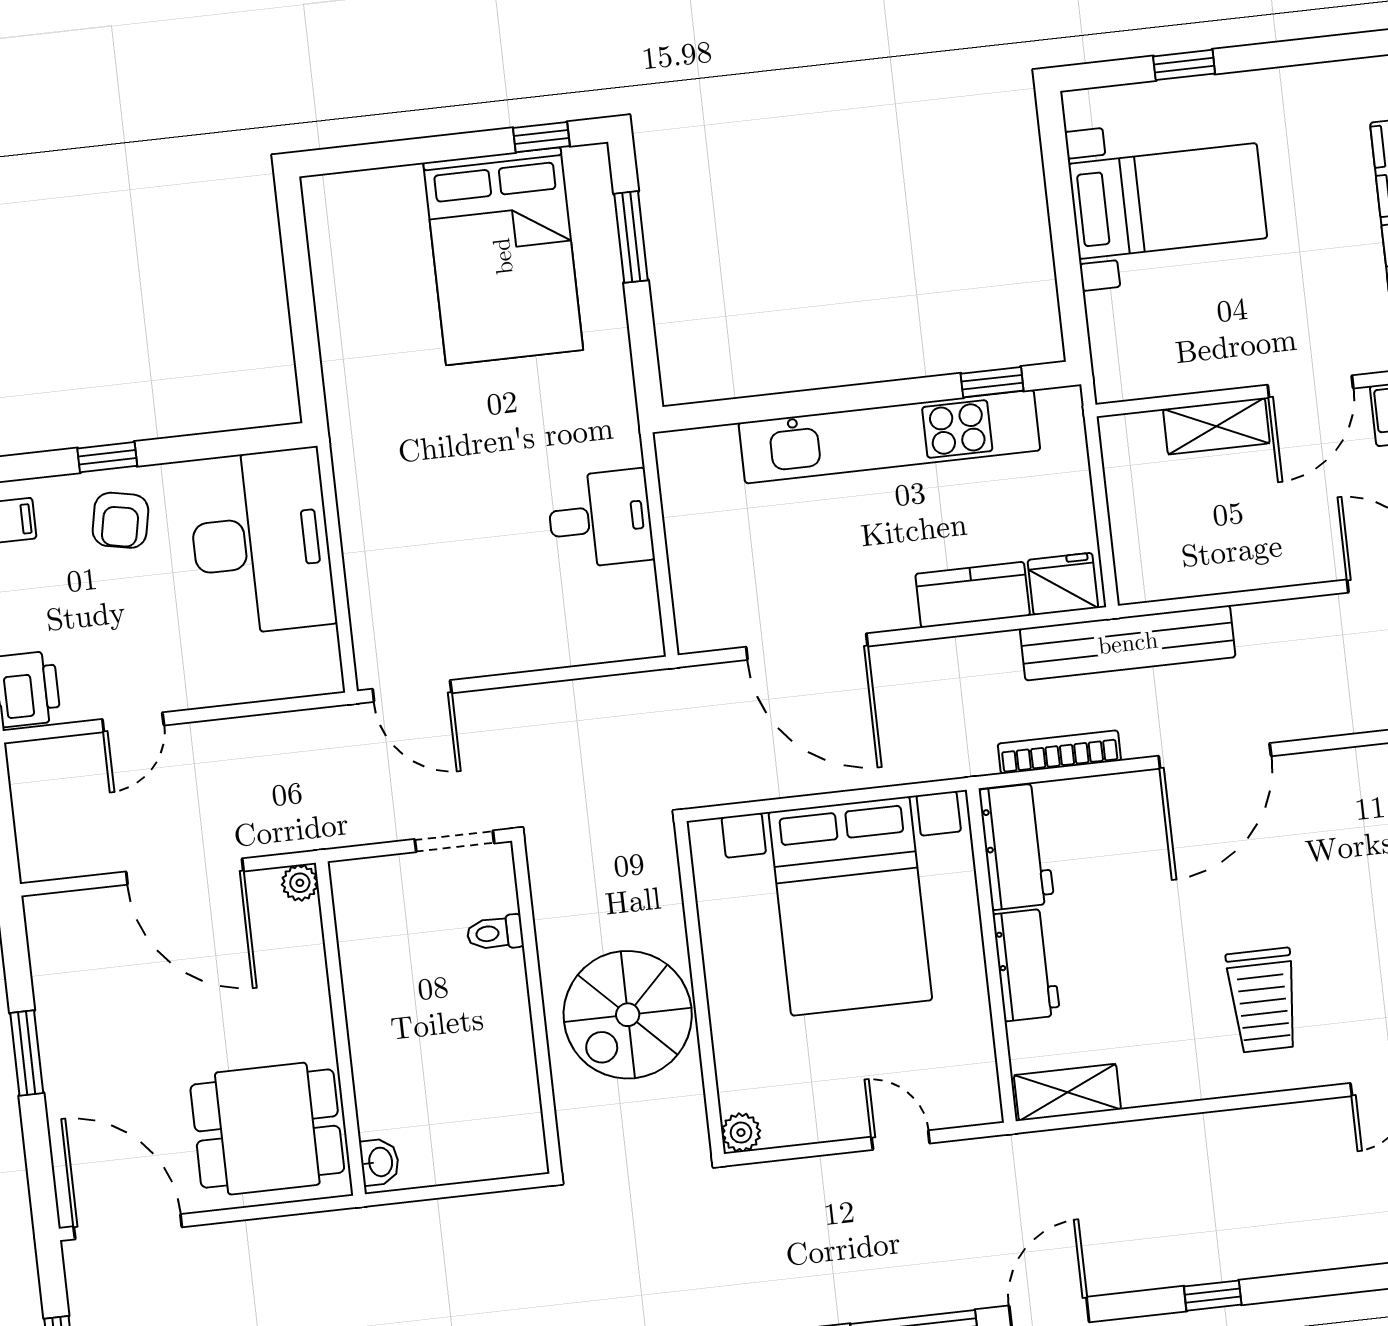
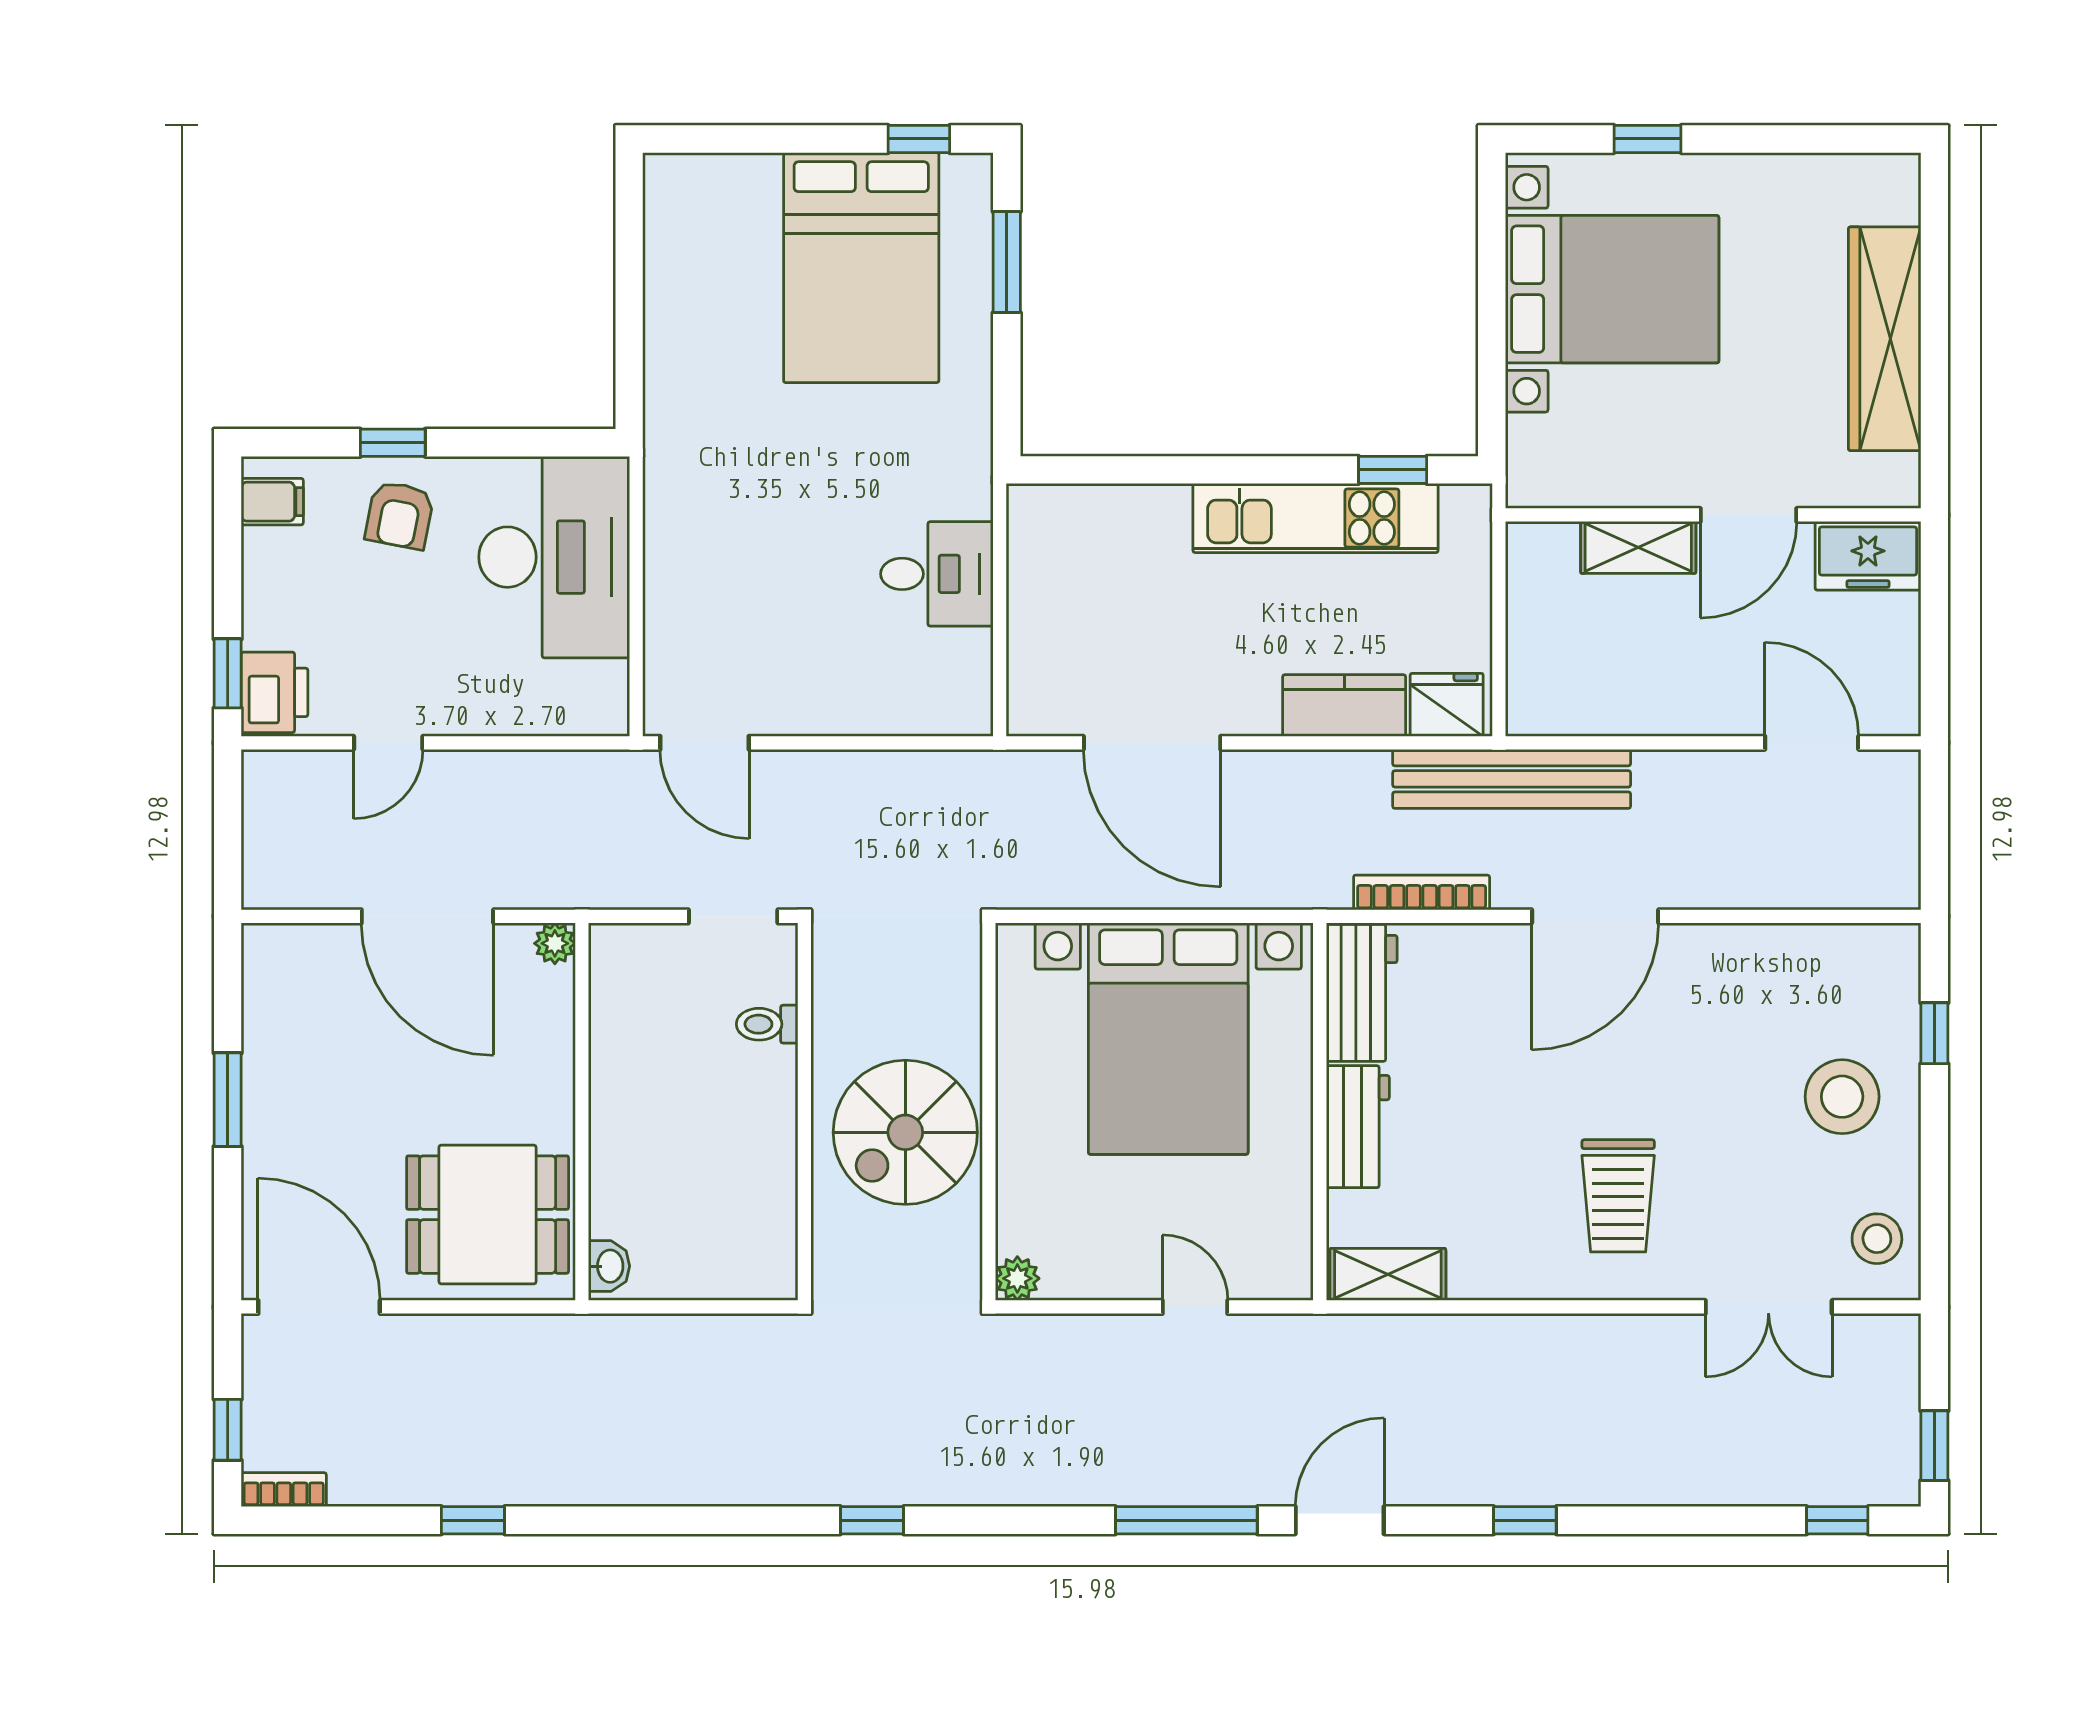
bed with nightstands: (1168, 201) -> (1612, 289), width x1.36
kitchen unit: (889, 437) -> (1315, 518), width x0.73

